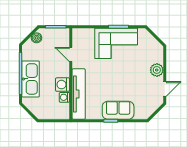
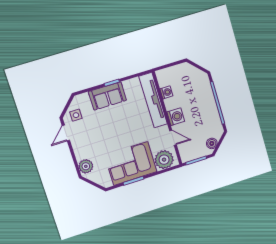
plant: (85, 37) -> (164, 160), added
plant: (157, 70) -> (86, 166), moved
kitchen sink: (31, 79) -> (206, 100), removed
washing machine: (63, 85) -> (176, 117), moved
side table: (151, 102) -> (76, 115), added

